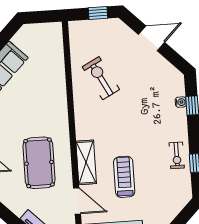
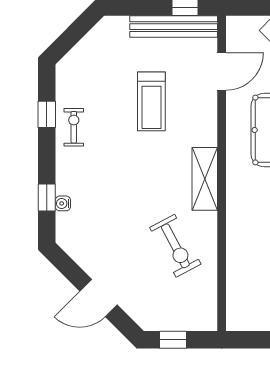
shelving: (86, 162) -> (205, 179), moved
door: (77, 201) -> (222, 71), swing flipped

